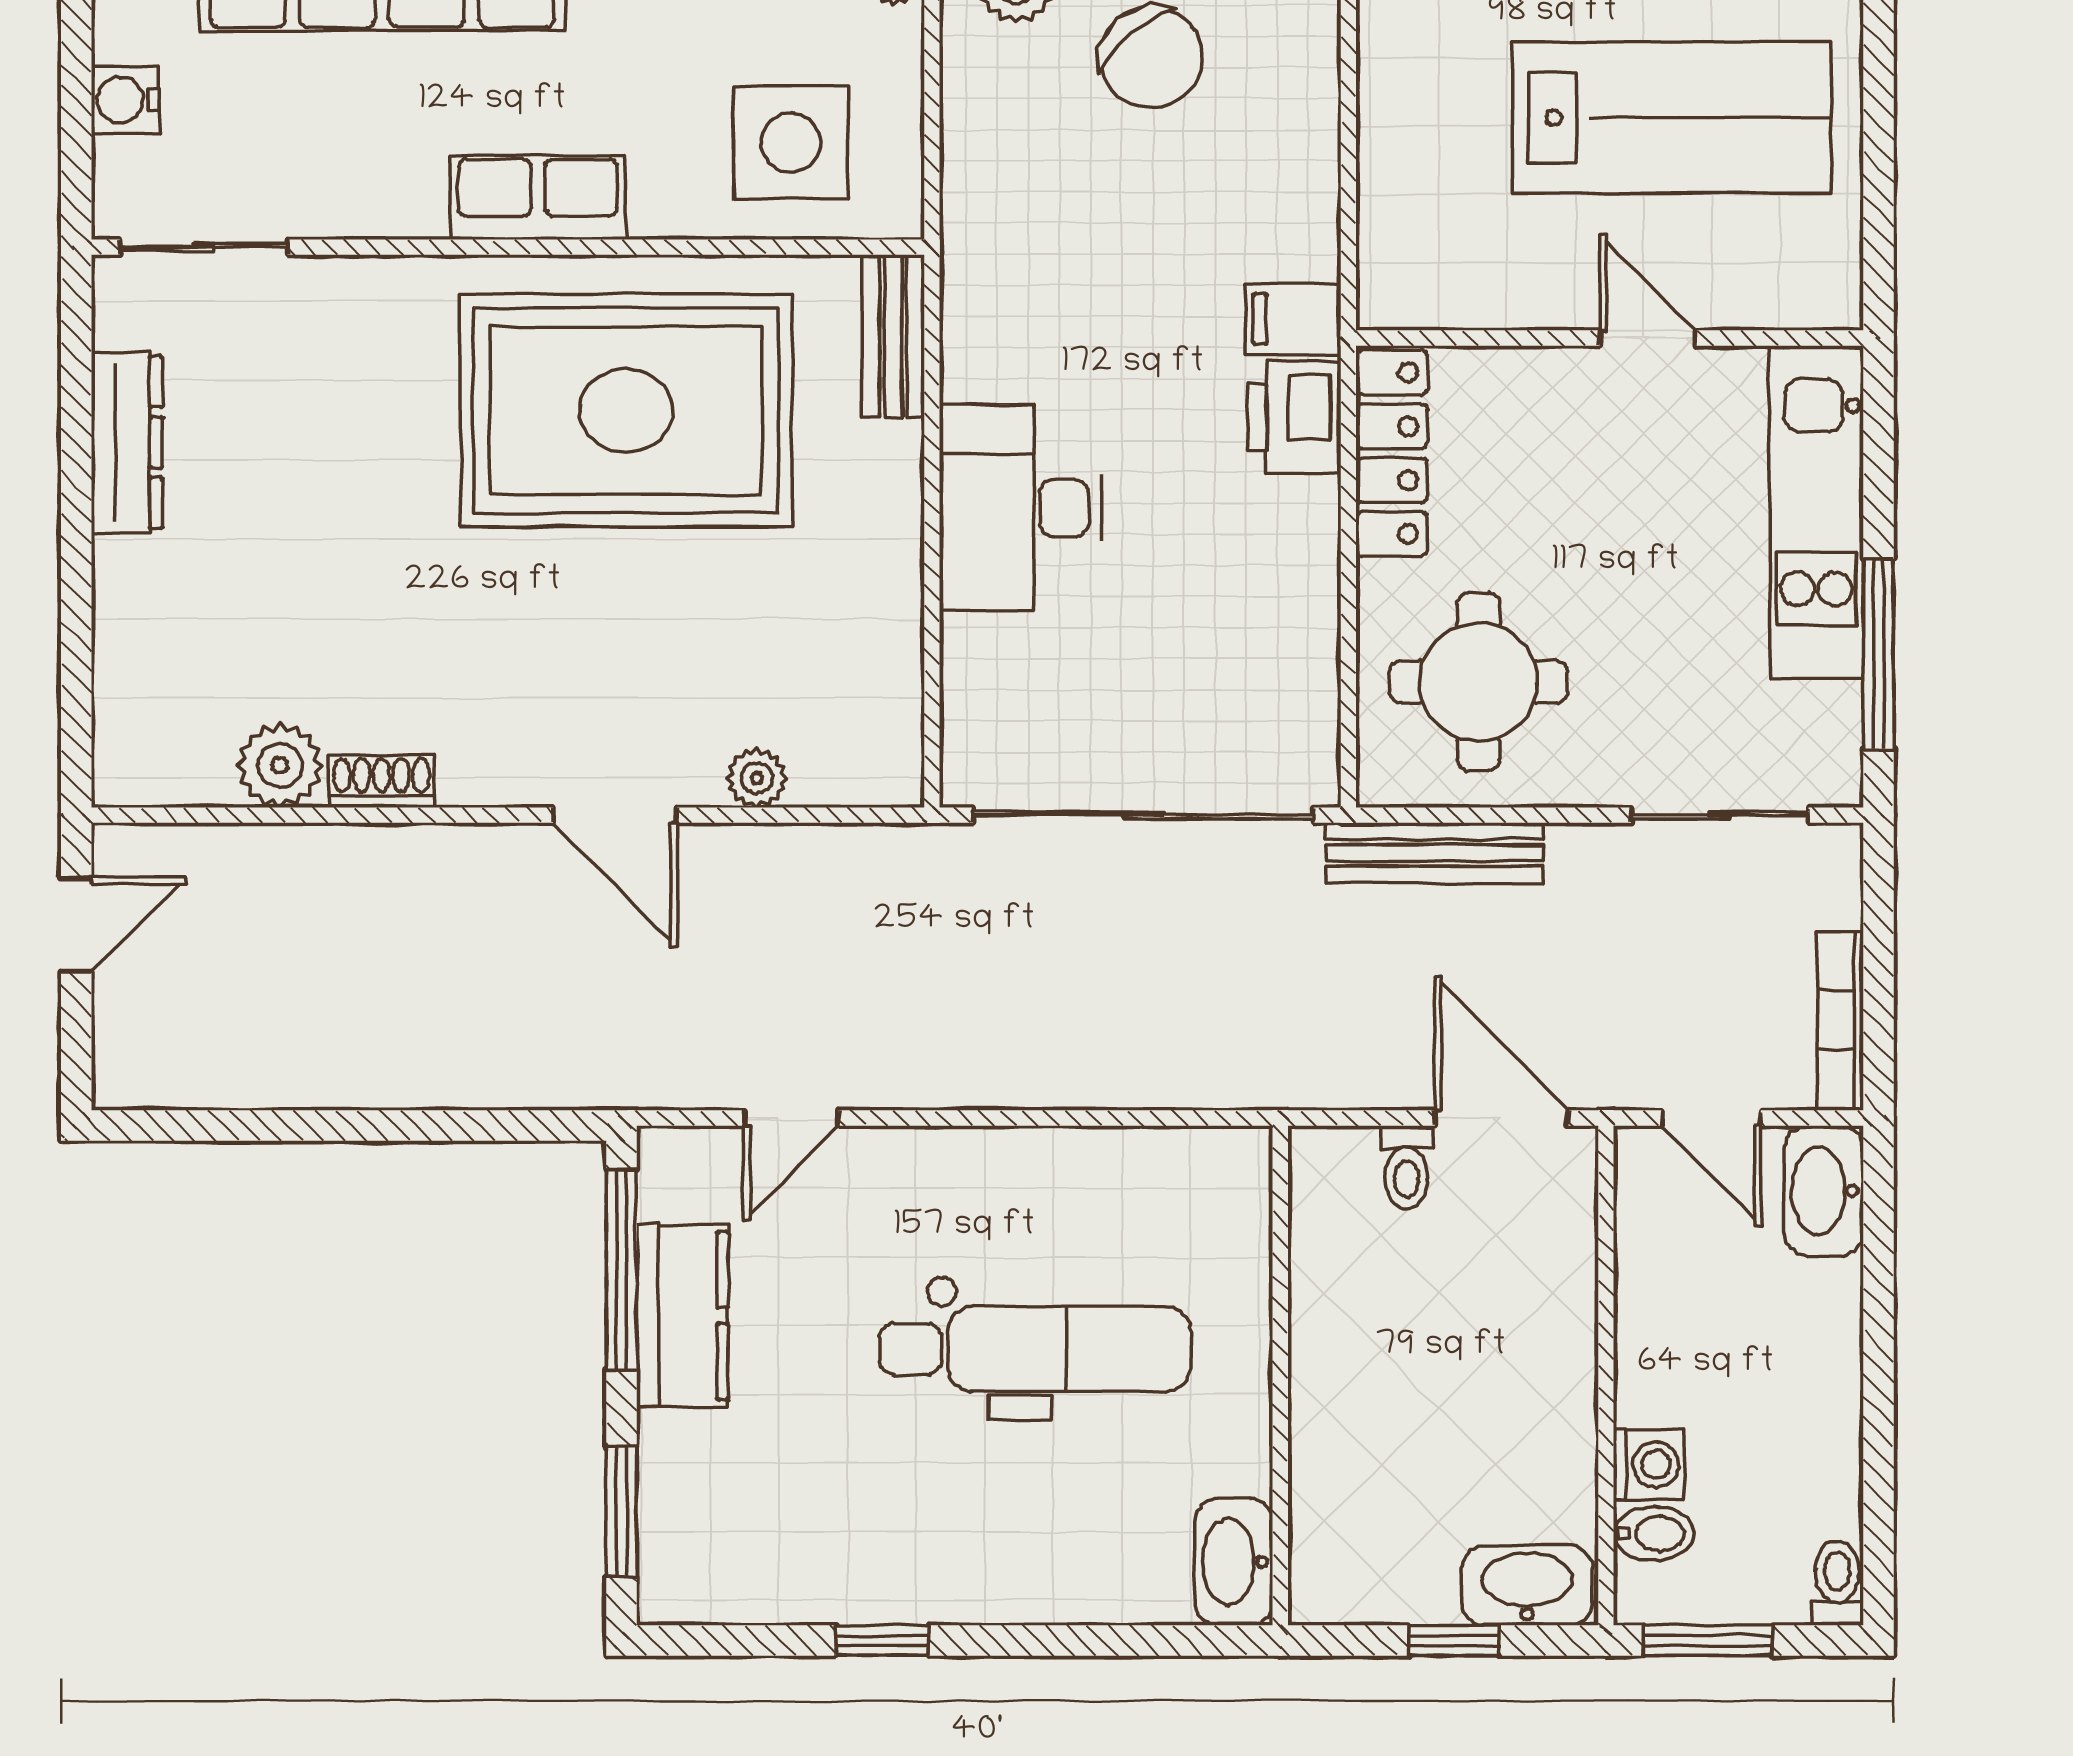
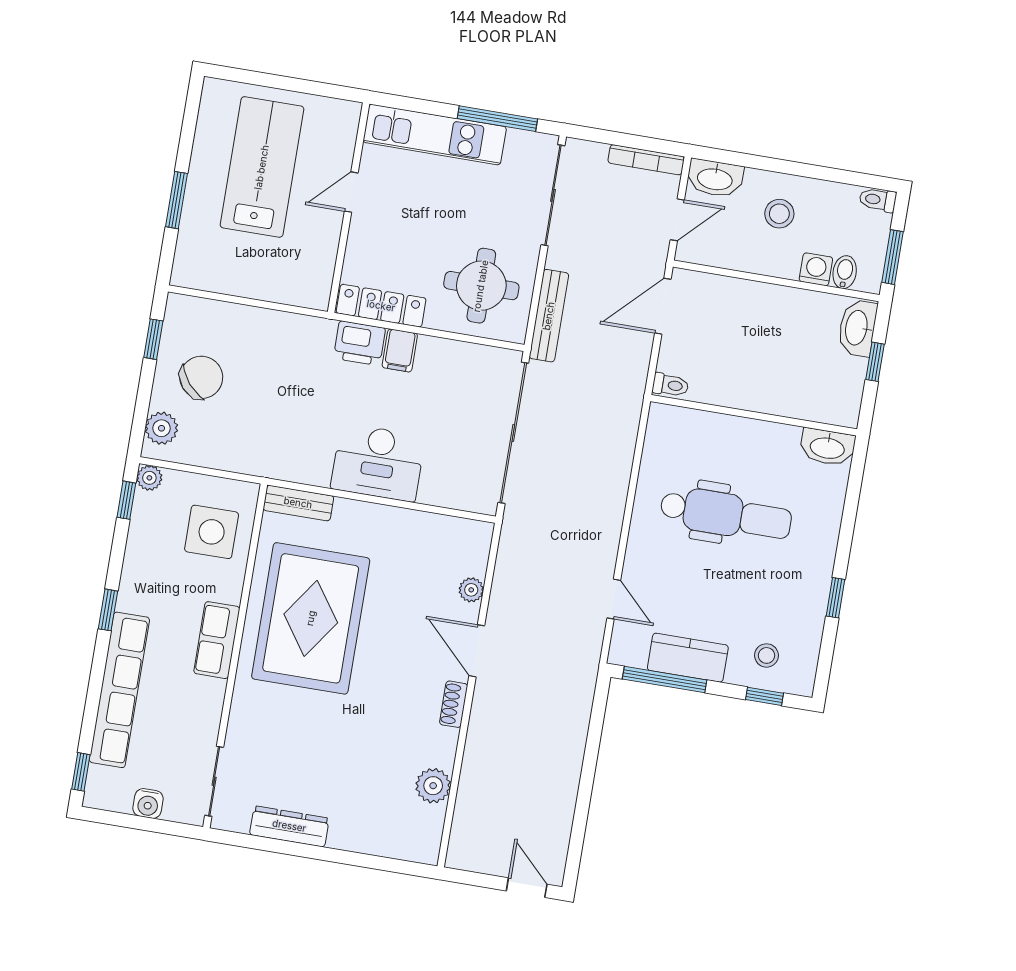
filing cabinet: (1293, 319) -> (400, 350), moved
shoe rack: (381, 782) -> (454, 704), moved
door: (615, 815) -> (477, 651), swing flipped
sliding door: (1720, 815) -> (553, 195), width x1.37
door: (76, 925) -> (527, 888), moved
toilet: (1407, 1167) -> (670, 385), moved
dental chair: (1035, 1349) -> (726, 514), turned 90
stool: (1766, 1356) -> (779, 214), added
stool: (719, 1500) -> (766, 655), added
window: (621, 1512) -> (765, 696), width x0.67

